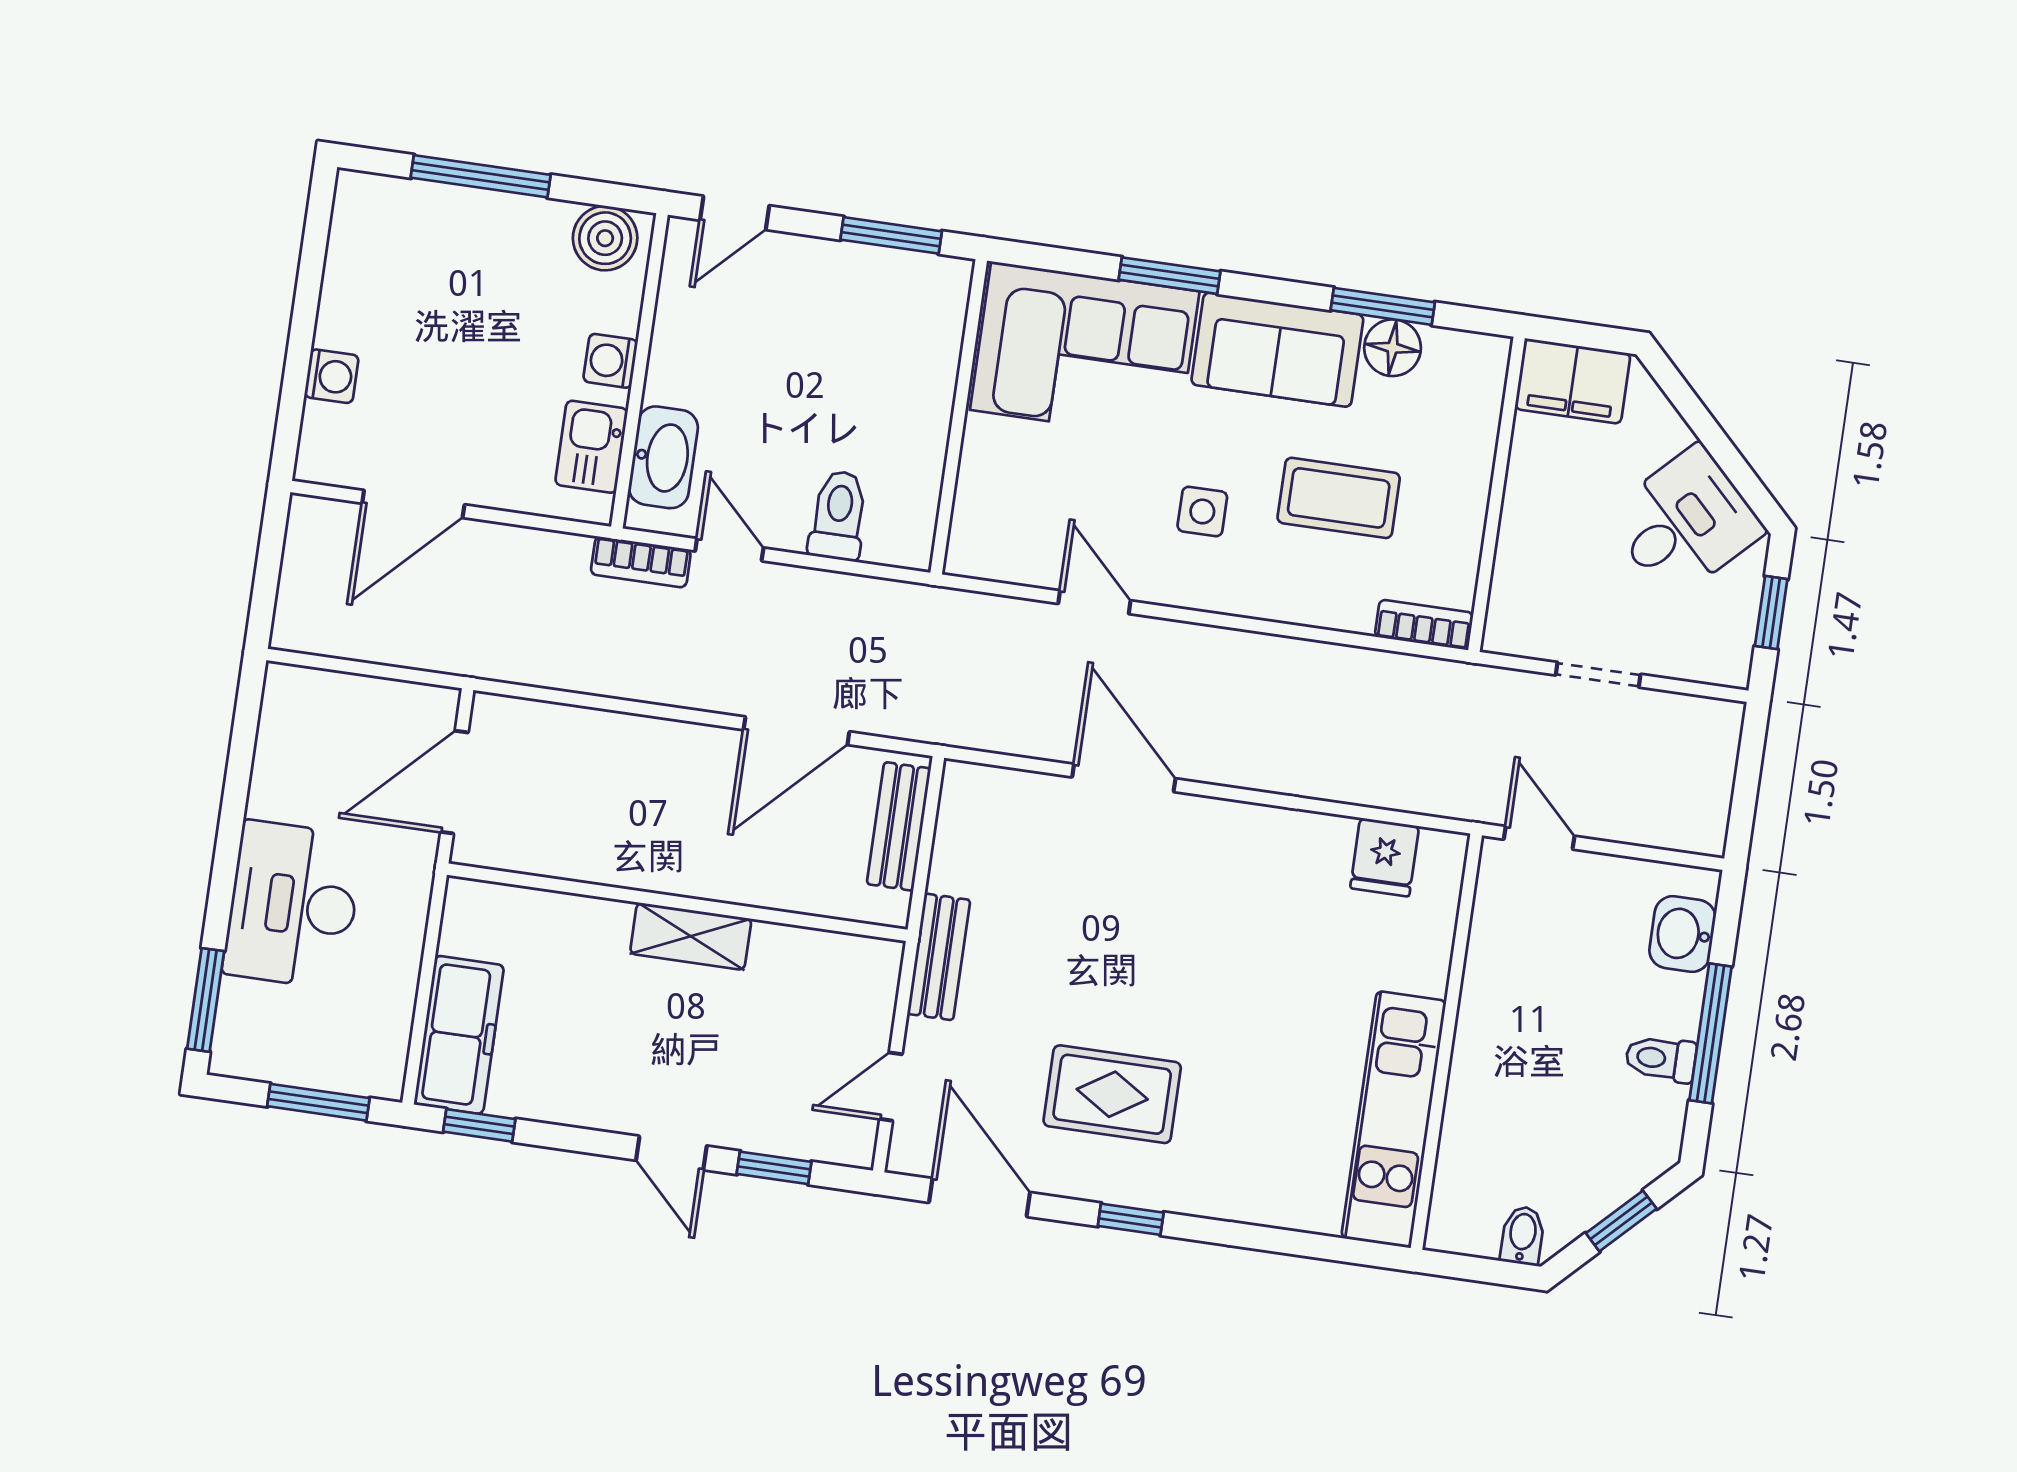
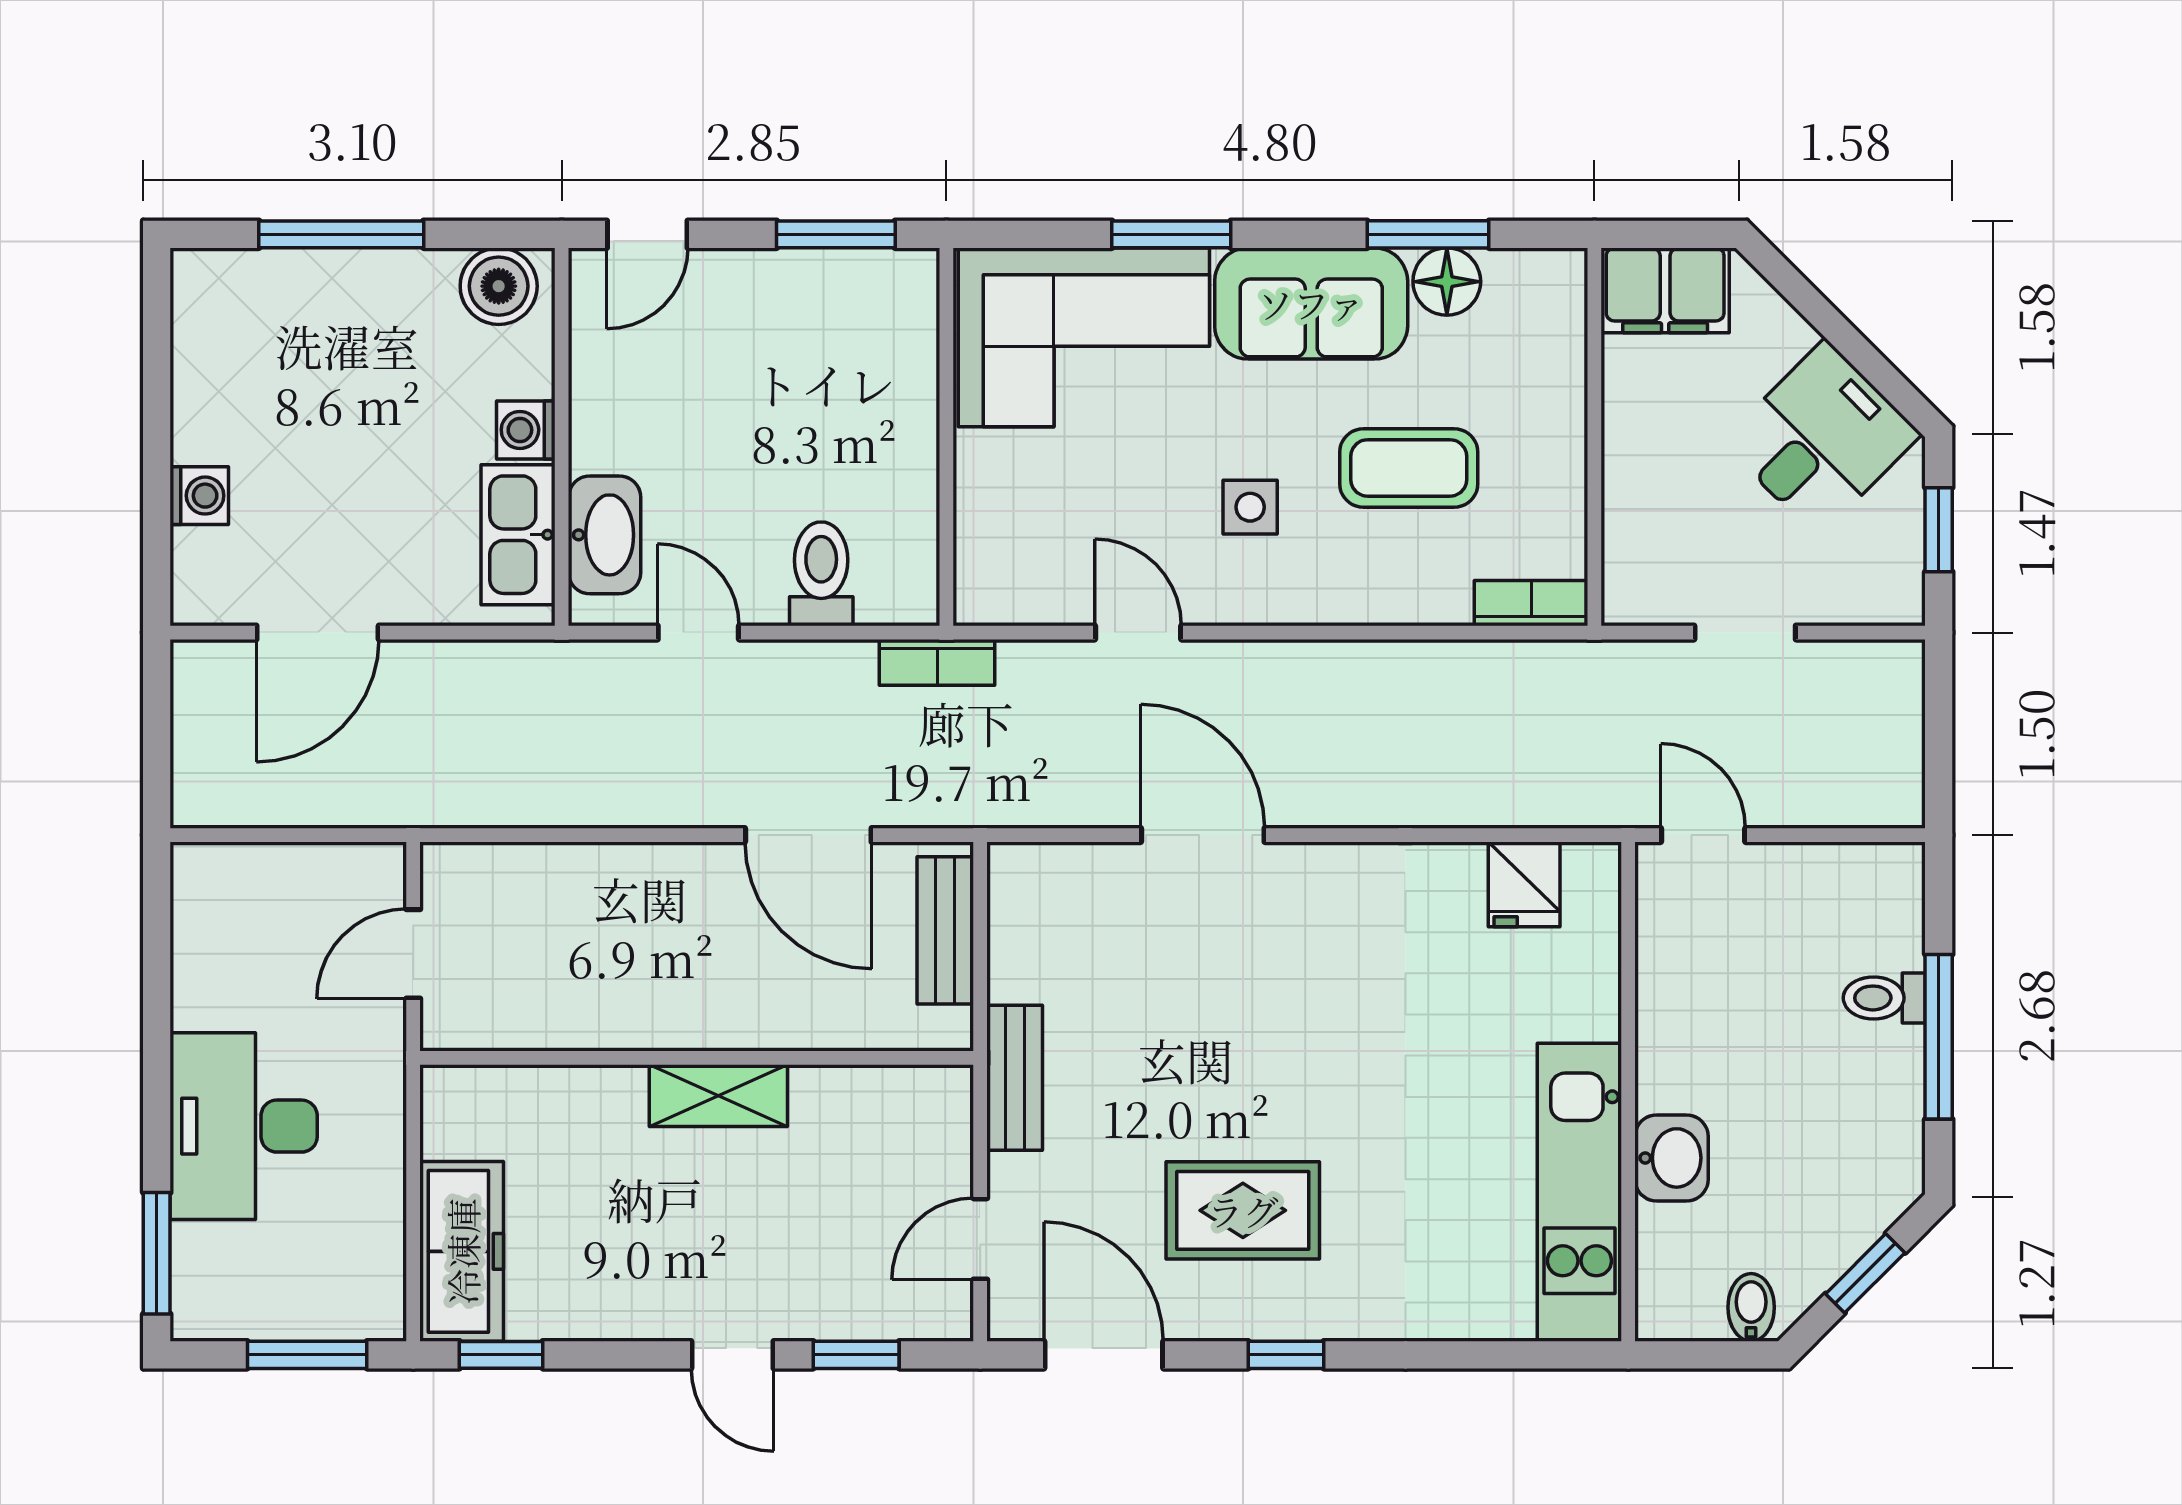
kitchen sink: (591, 447) -> (518, 535), width x1.38
bookcase: (641, 562) -> (937, 662), moved
door: (796, 731) -> (808, 835), hinge flipped
door: (454, 782) -> (413, 954), width x0.73
washbasin: (1682, 934) -> (1672, 1158), moved, turned 180
toilet: (1661, 1059) -> (1884, 998), moved

